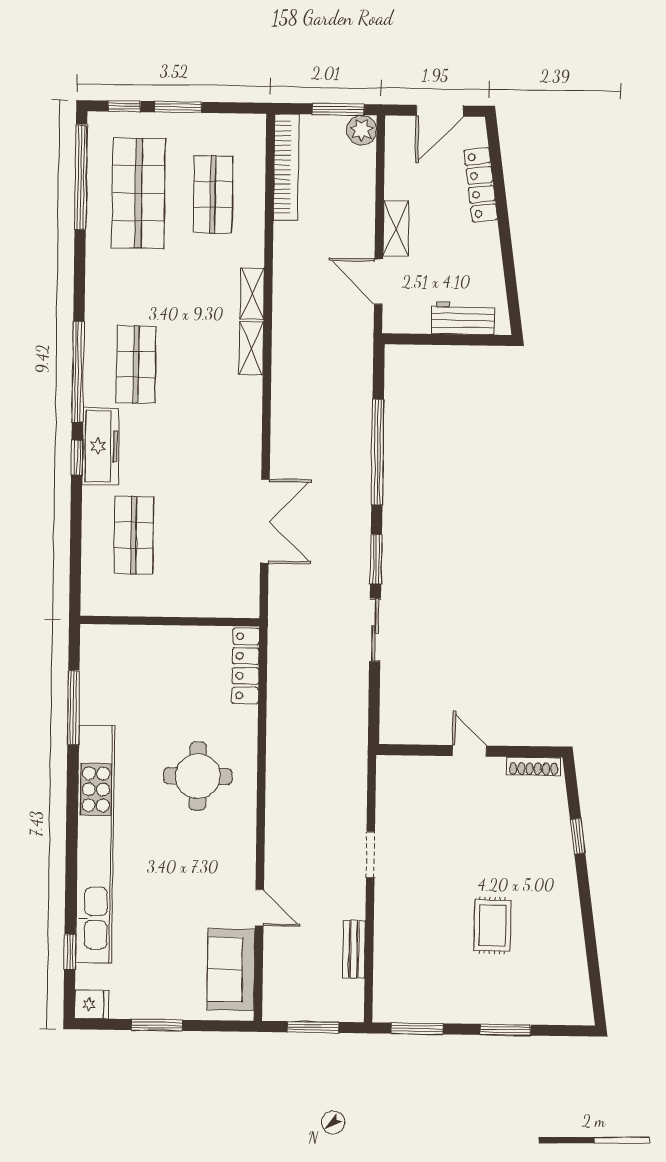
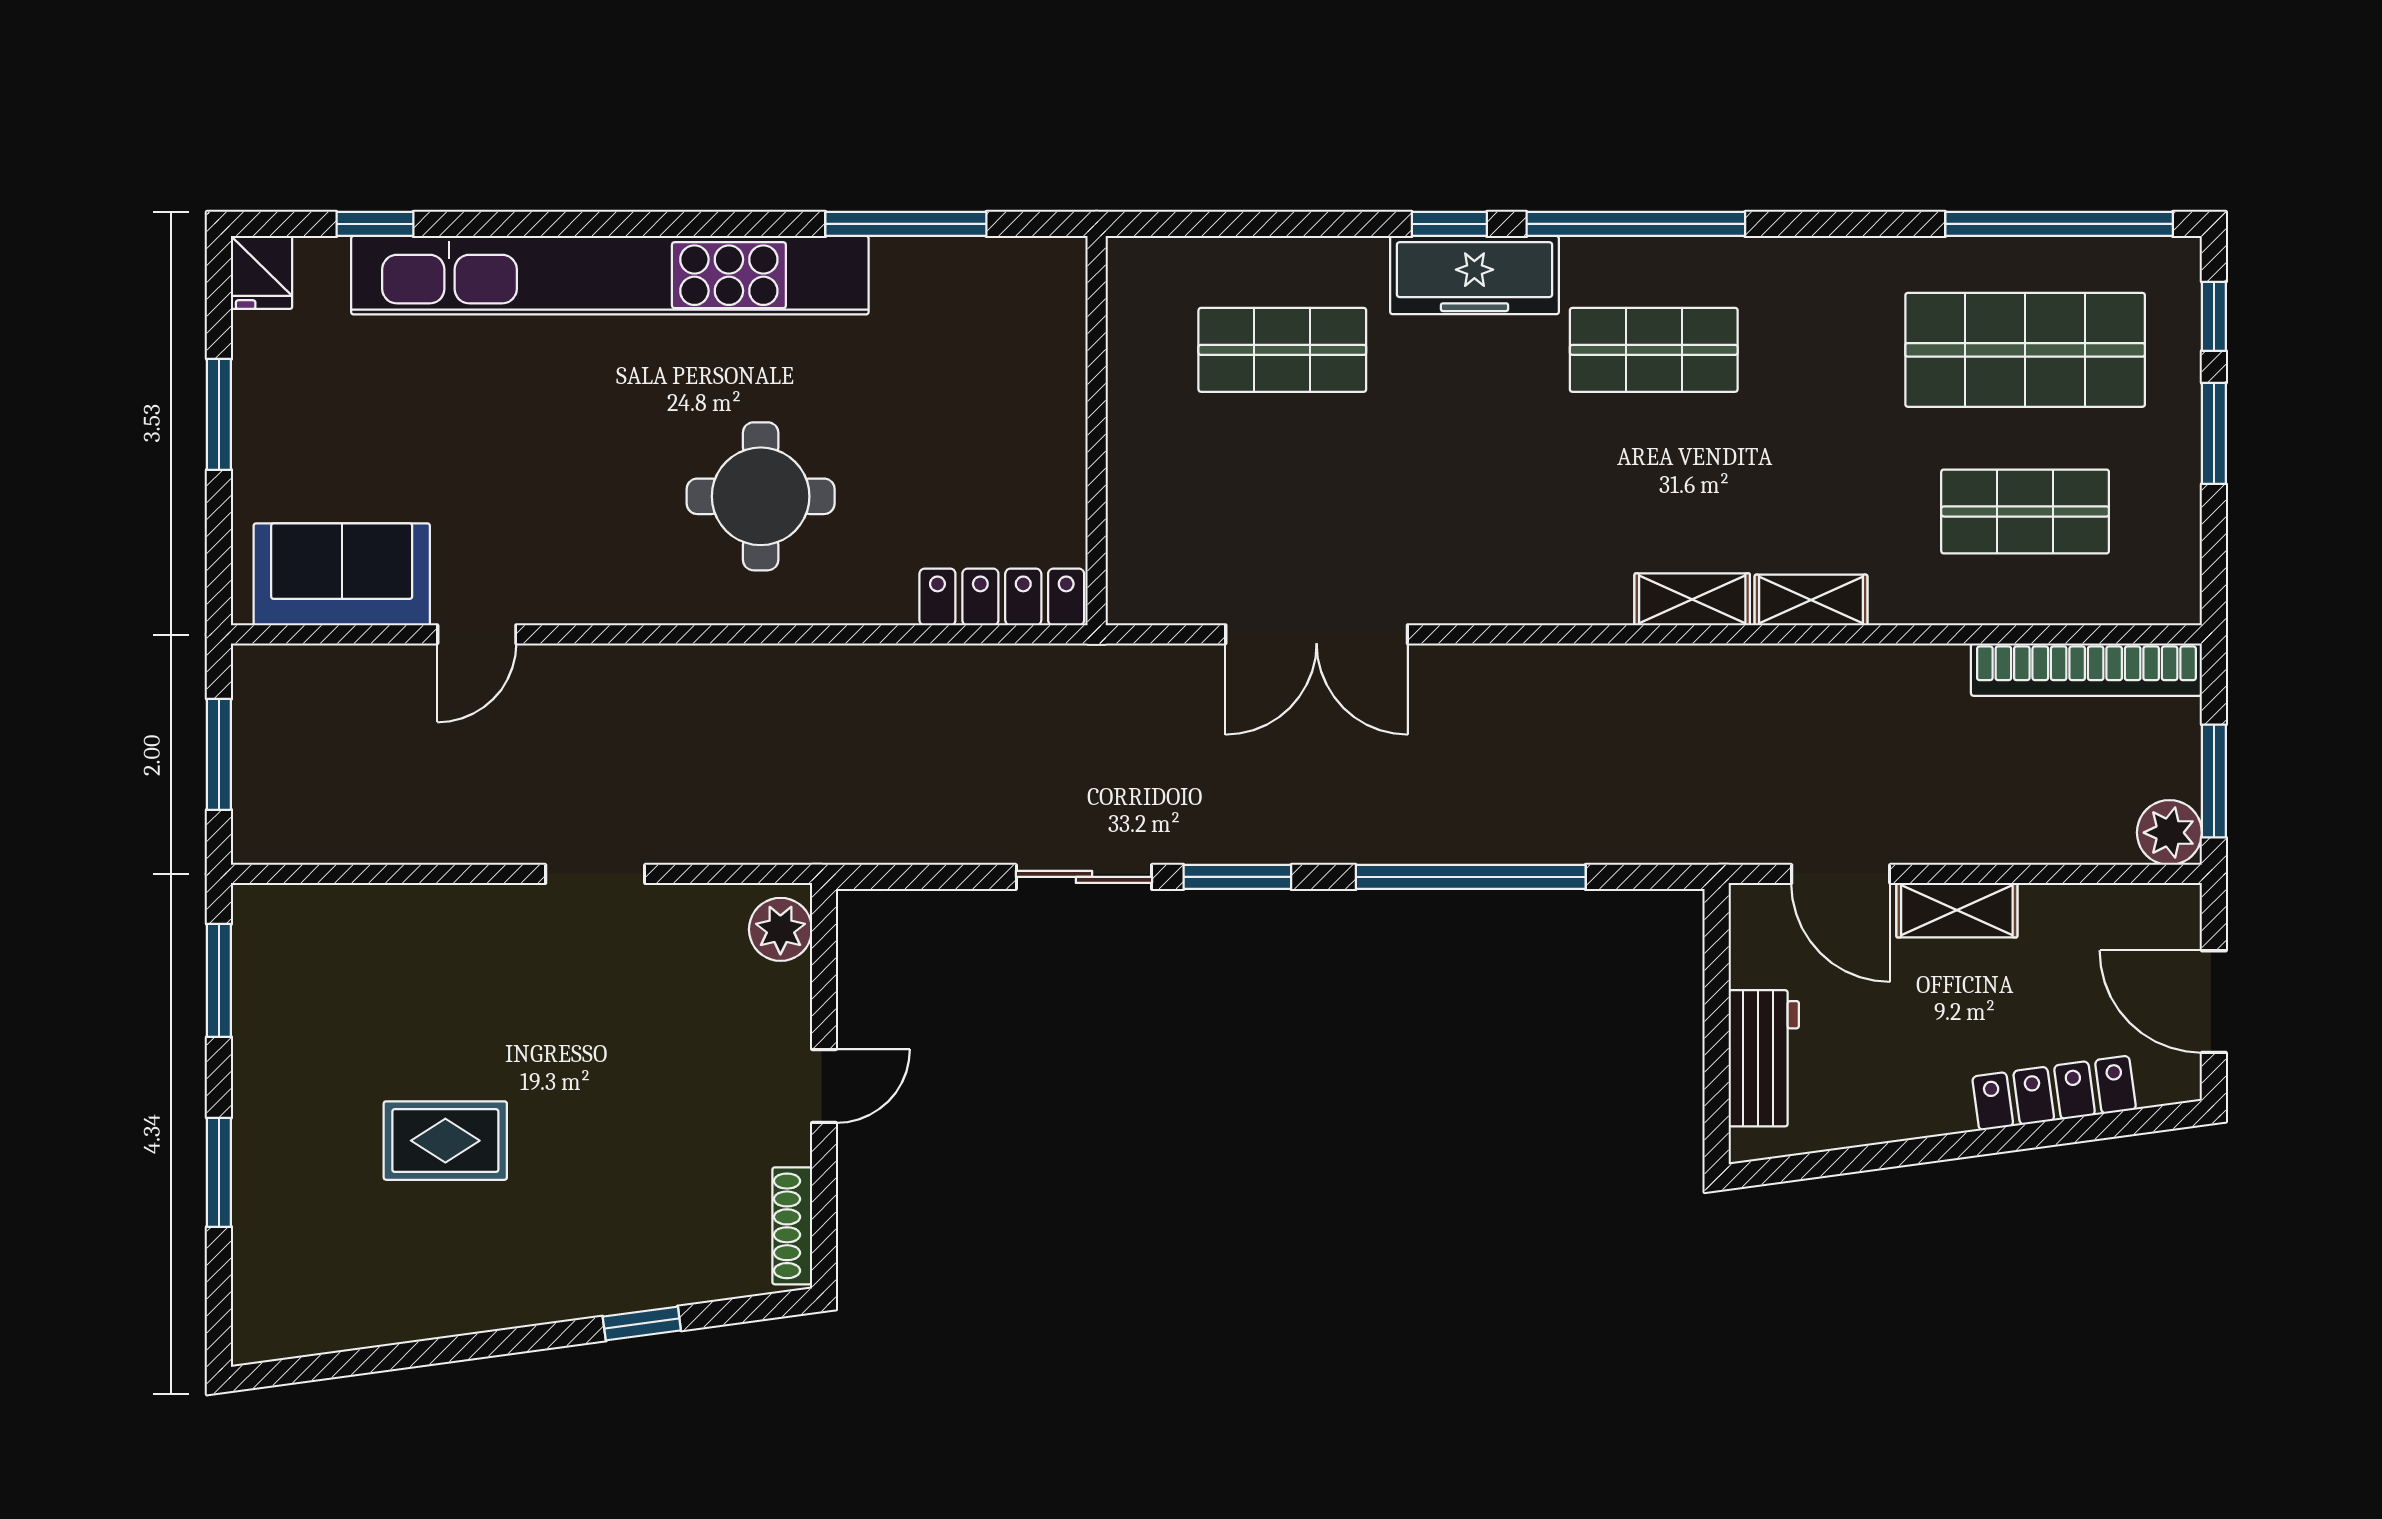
door: (379, 282) -> (1841, 874), swing flipped
plant: (397, 770) -> (780, 929), added
bench: (354, 949) -> (389, 841), removed

